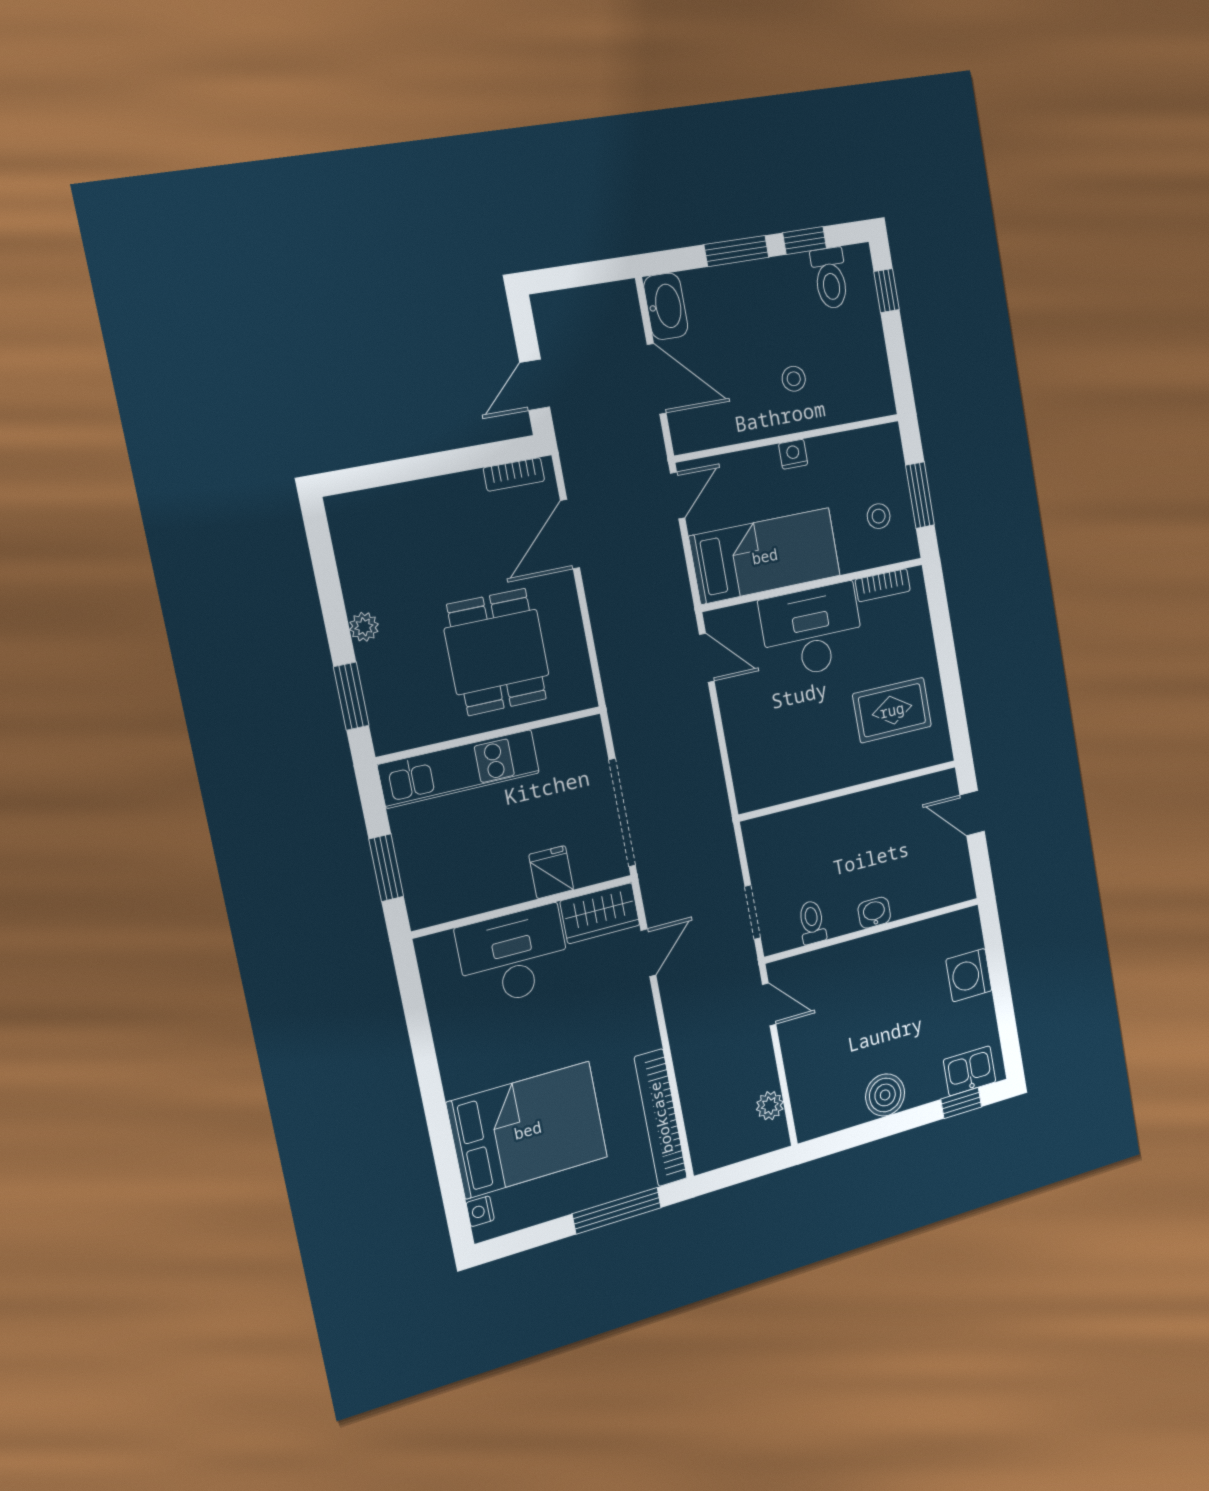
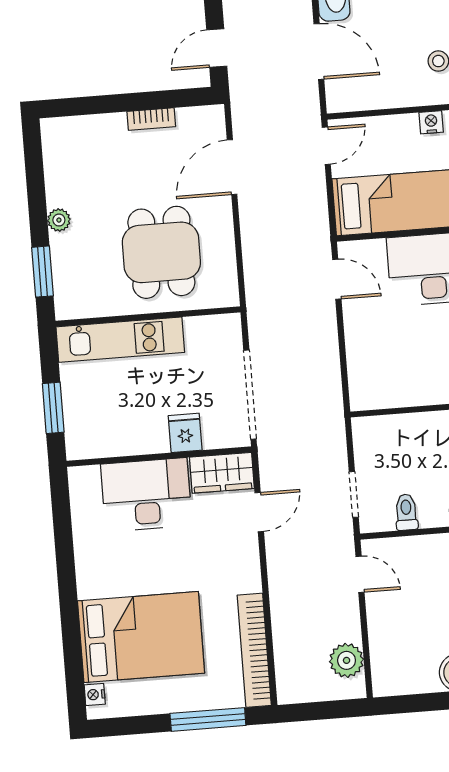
bookcase: (514, 474) -> (151, 119), moved
plant: (770, 1106) -> (347, 660), width x1.38, depth x1.38

